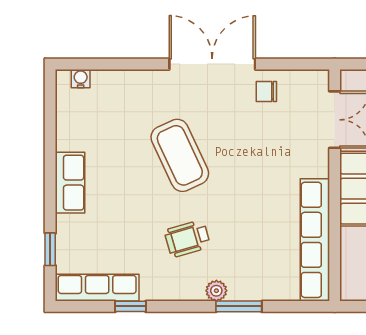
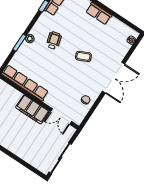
double door: (212, 64) -> (114, 78), moved
coffee table: (180, 155) -> (83, 56), width x0.54, depth x0.58

